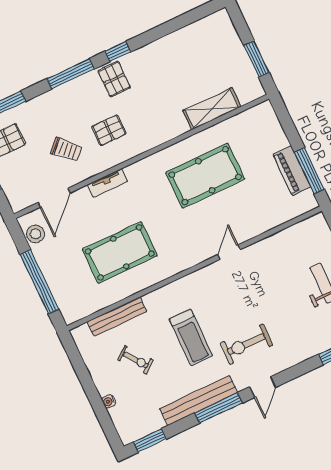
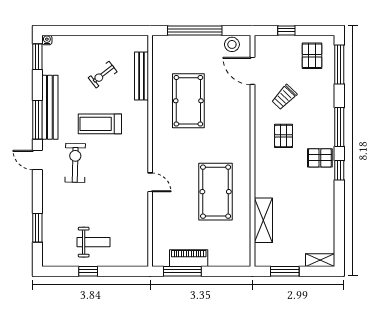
shelving: (226, 26) -> (320, 260), added
tv unit: (107, 183) -> (245, 116), removed
water cooler: (109, 401) -> (47, 40), moved

